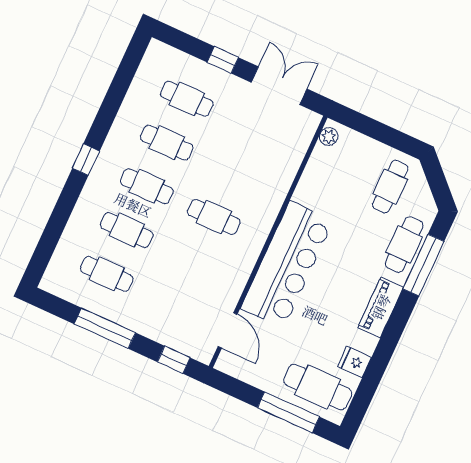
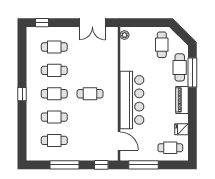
window: (223, 60) -> (42, 23), moved
double door: (279, 86) -> (92, 23), swing flipped
cafe table: (318, 387) -> (170, 148), width x0.73, depth x0.74
window: (288, 412) -> (143, 165), moved

